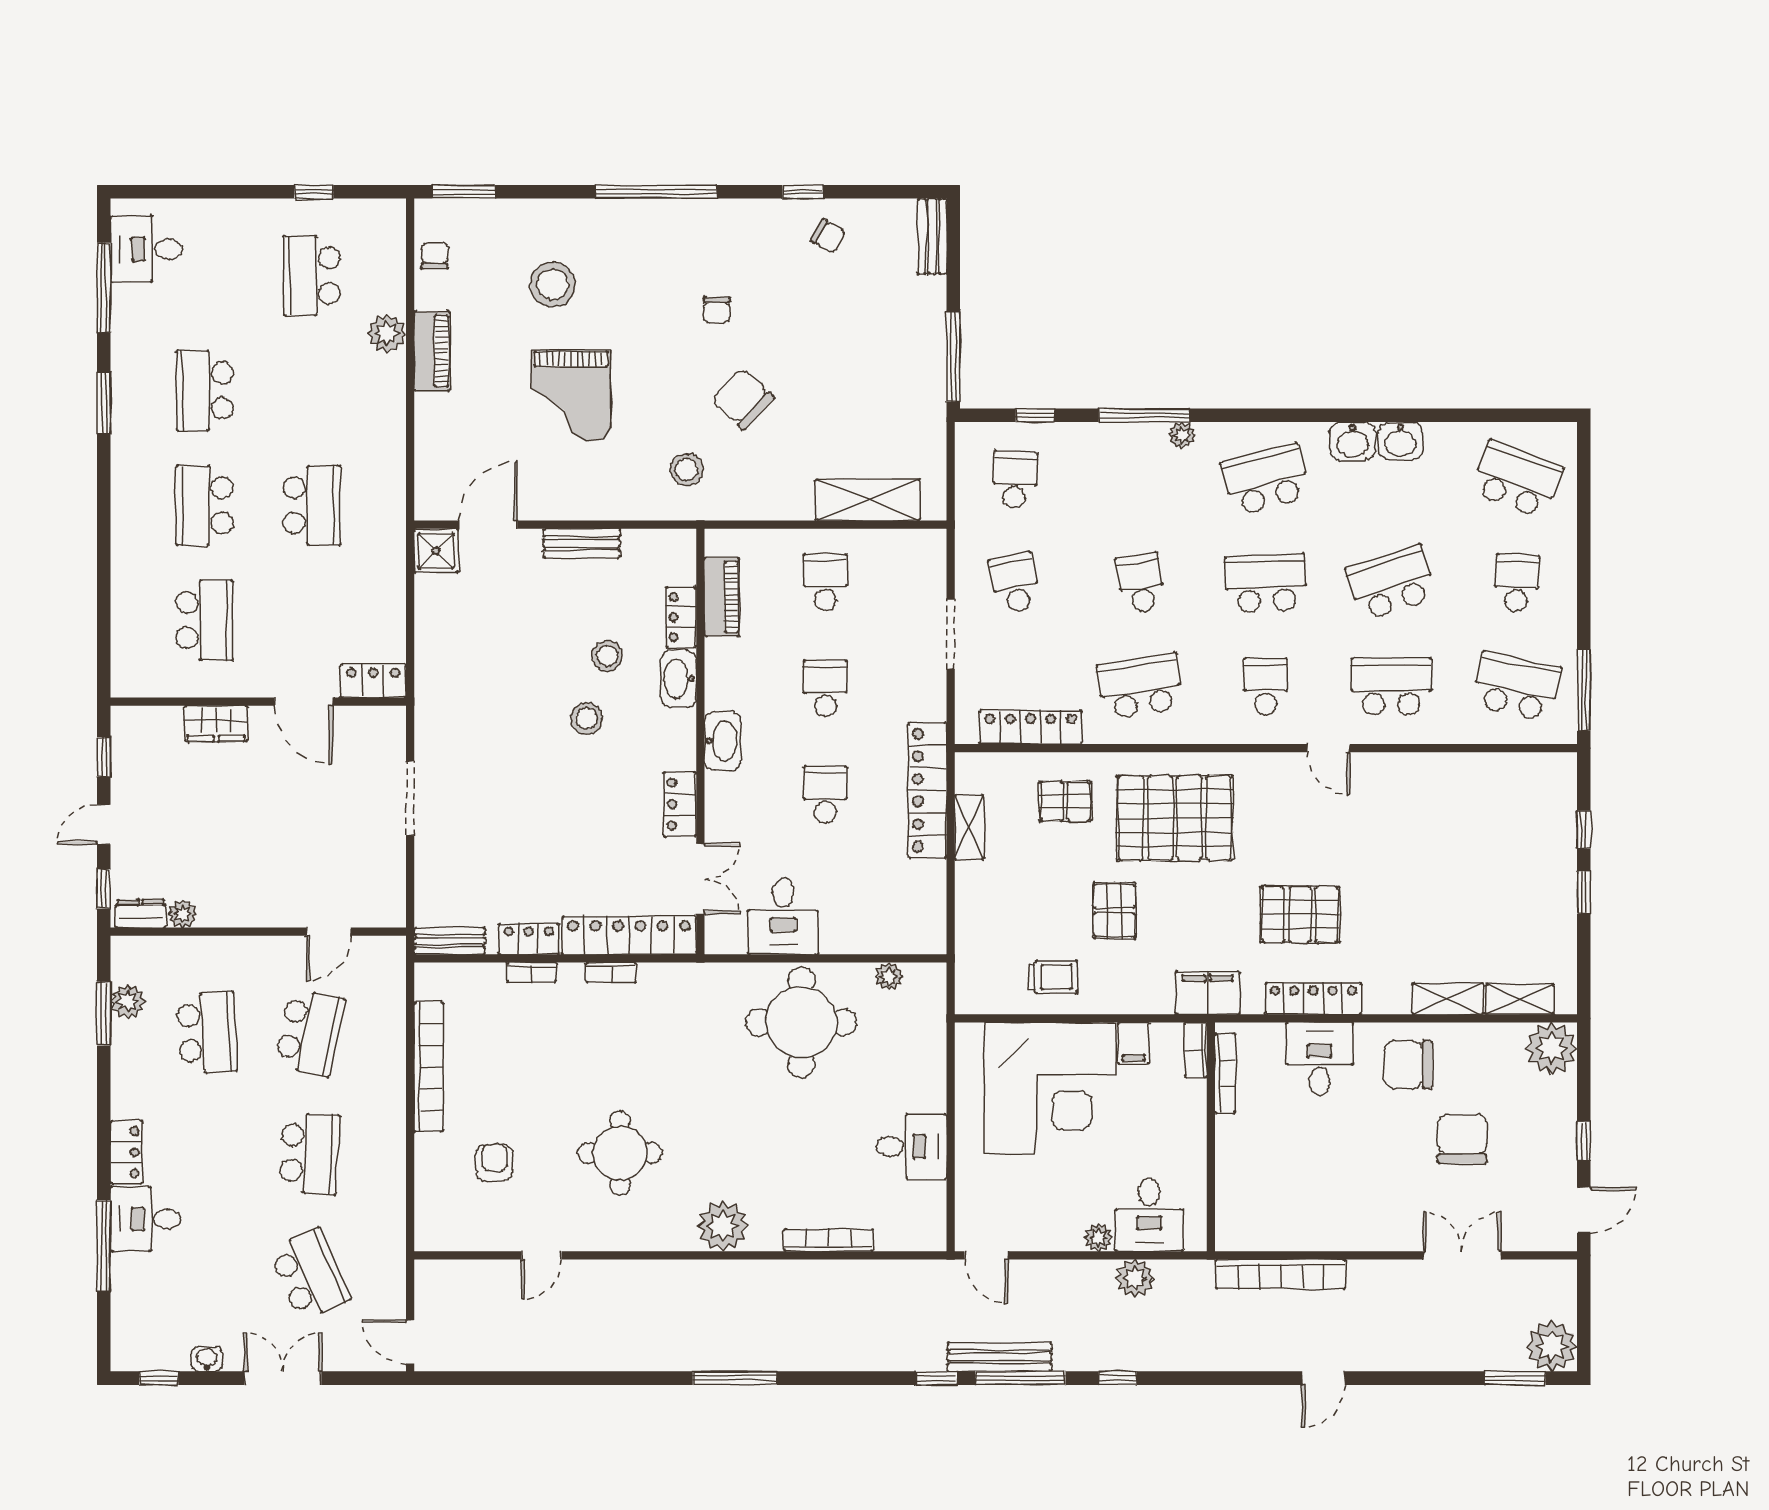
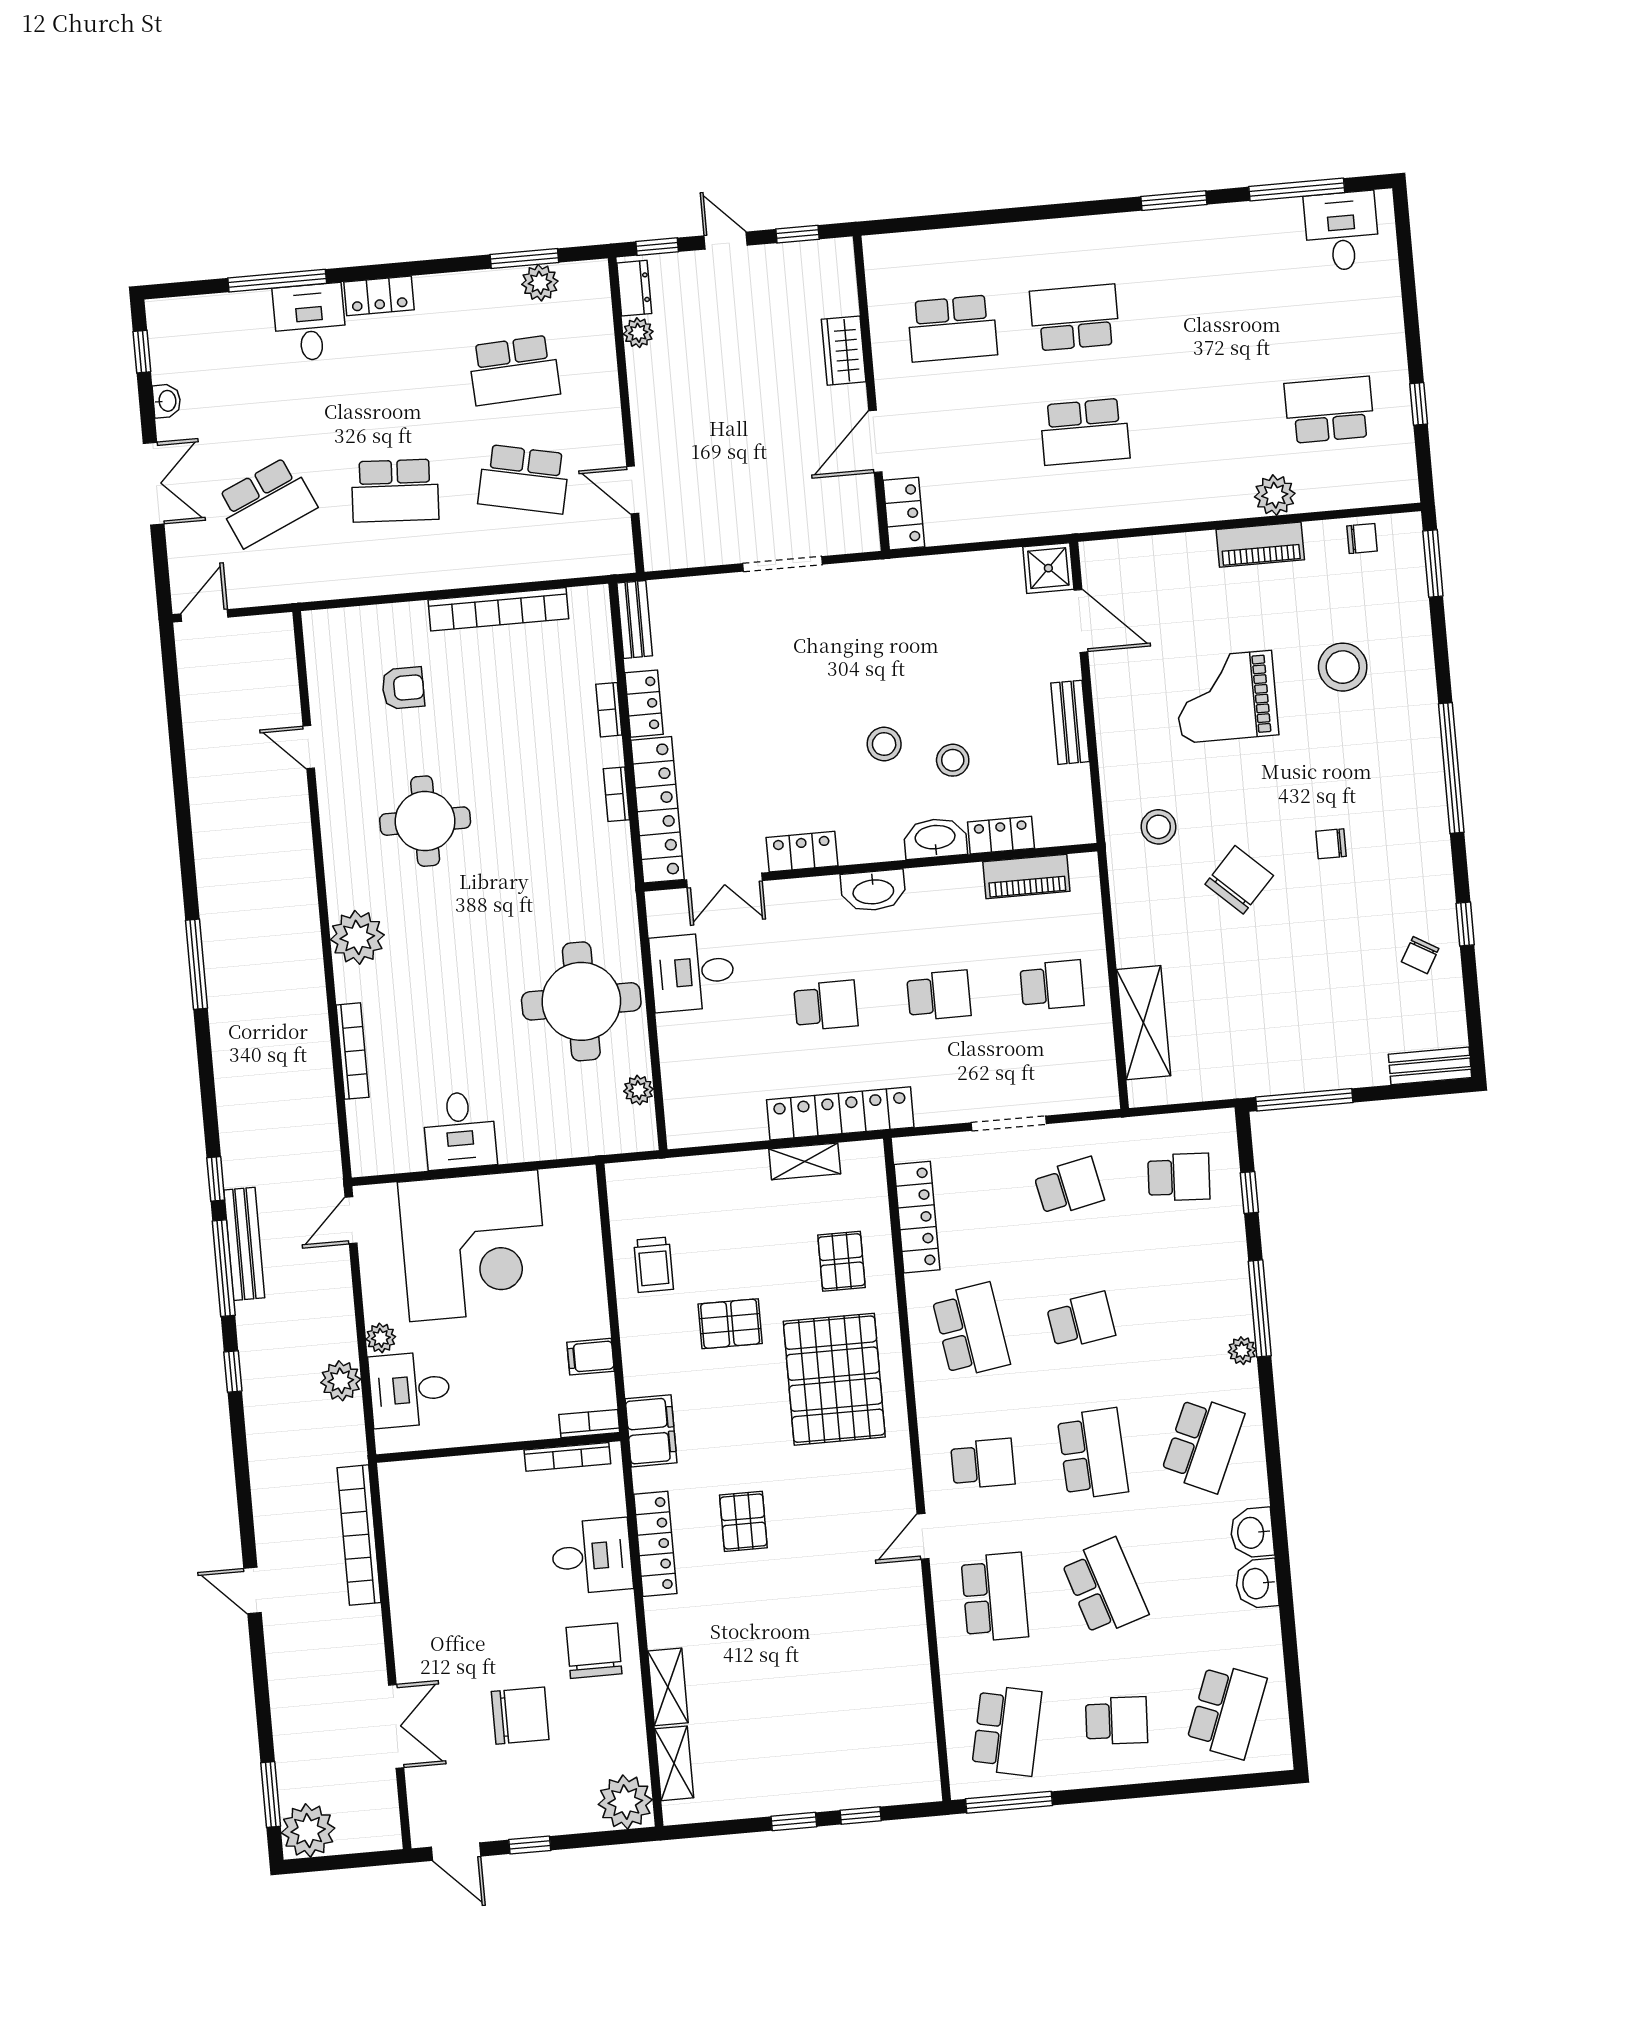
school desk: (205, 391) -> (1197, 307), removed
school desk: (1266, 480) -> (1203, 1444), turned 39
pallet: (1300, 914) -> (743, 1521), width x0.67, depth x0.71
corner desk: (1049, 1088) -> (474, 1246), moved, turned -90

